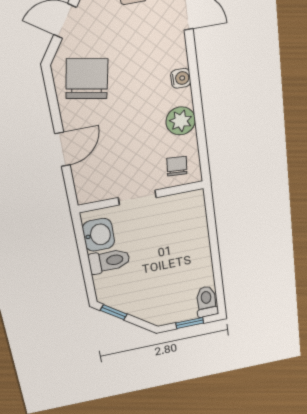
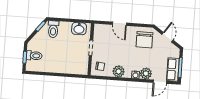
plant: (172, 53) -> (146, 73), added
chair: (87, 79) -> (144, 40), turned 79
toilet: (109, 261) -> (53, 29), moved
toilet: (207, 302) -> (34, 56), moved

